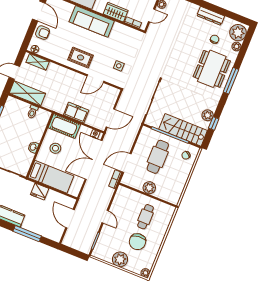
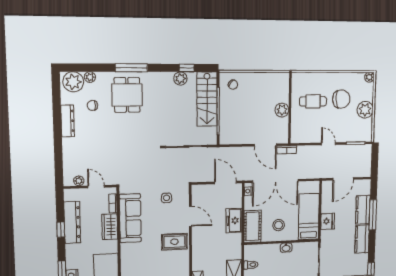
sofa: (92, 21) -> (130, 218), moved
rug: (81, 57) -> (174, 242), turned 90
dining table: (212, 69) -> (127, 95), width x0.73
cafe table: (158, 157) -> (246, 115), removed
door: (105, 217) -> (328, 144), hinge flipped
kitchen counter: (36, 226) -> (363, 210), added

